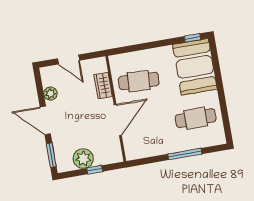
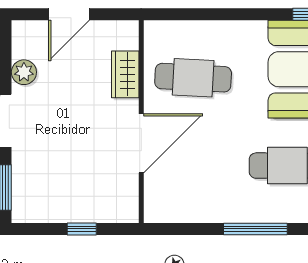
door: (69, 59) -> (69, 14), hinge flipped
plant: (83, 159) -> (64, 204), removed

